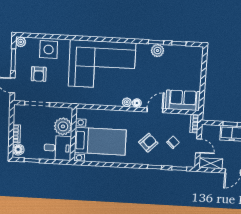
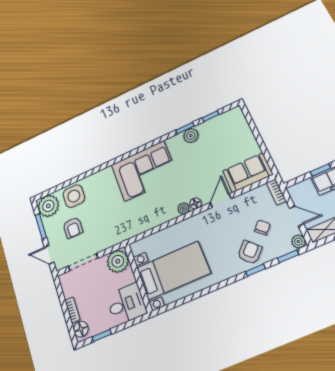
plant: (21, 42) -> (48, 206), width x1.88, depth x1.88
corner sofa: (102, 65) -> (144, 171), width x0.73, depth x0.74
plant: (63, 126) -> (118, 261), moved
armchair: (148, 143) -> (250, 252), moved
plant: (191, 163) -> (298, 242), added

